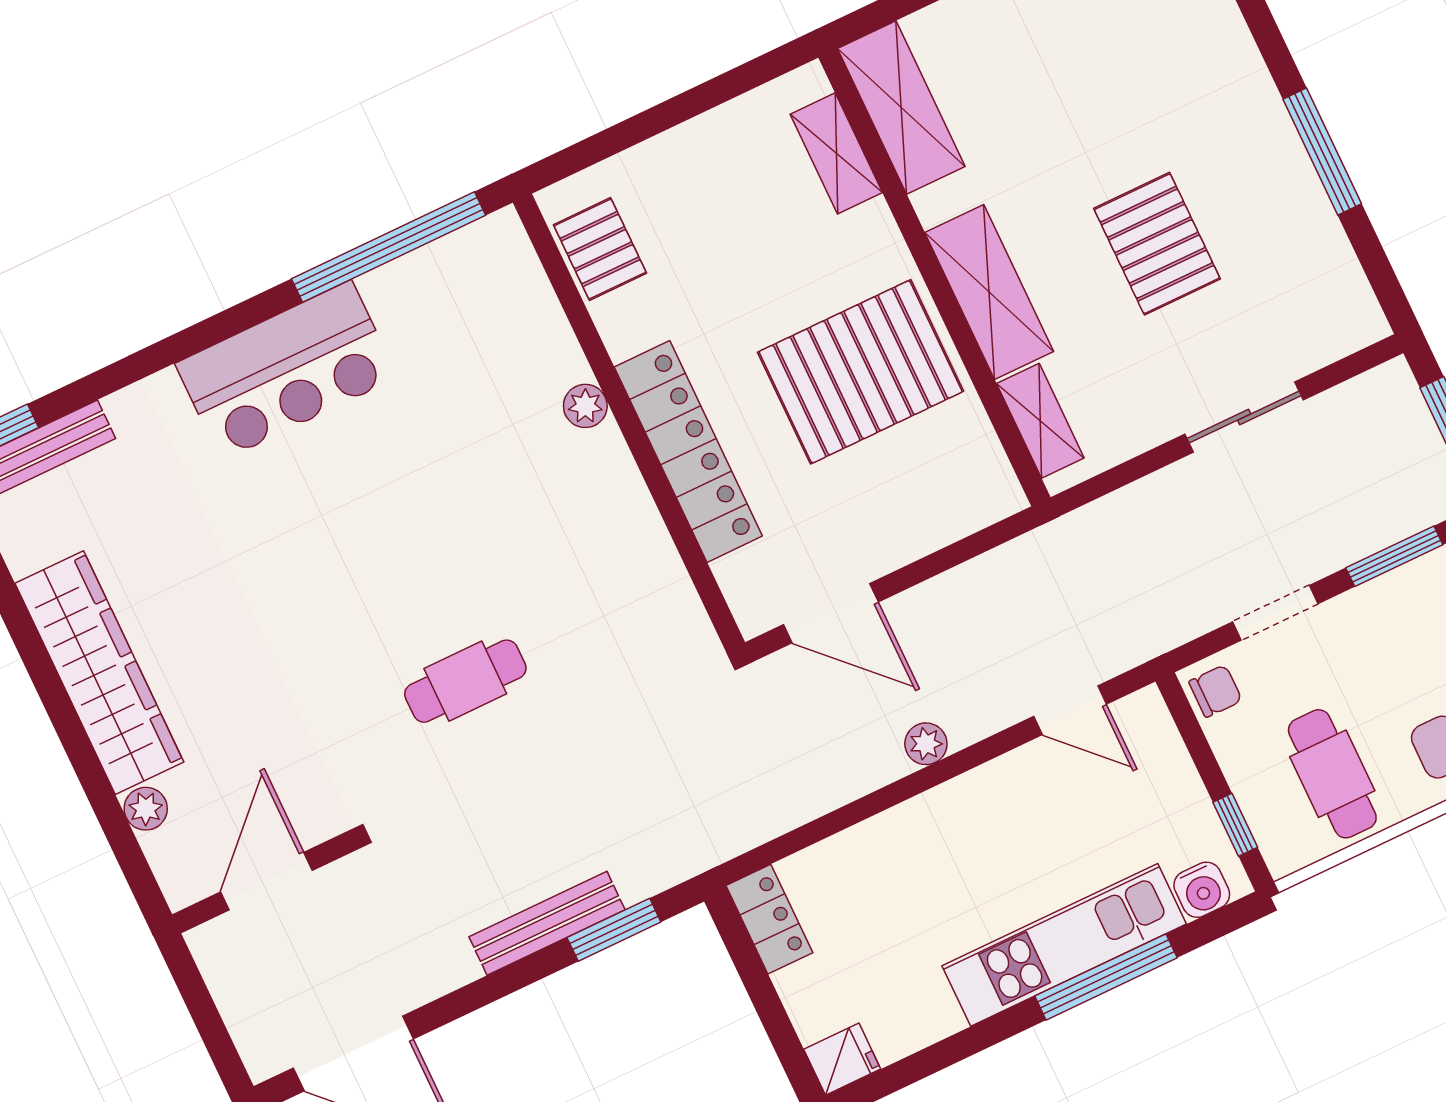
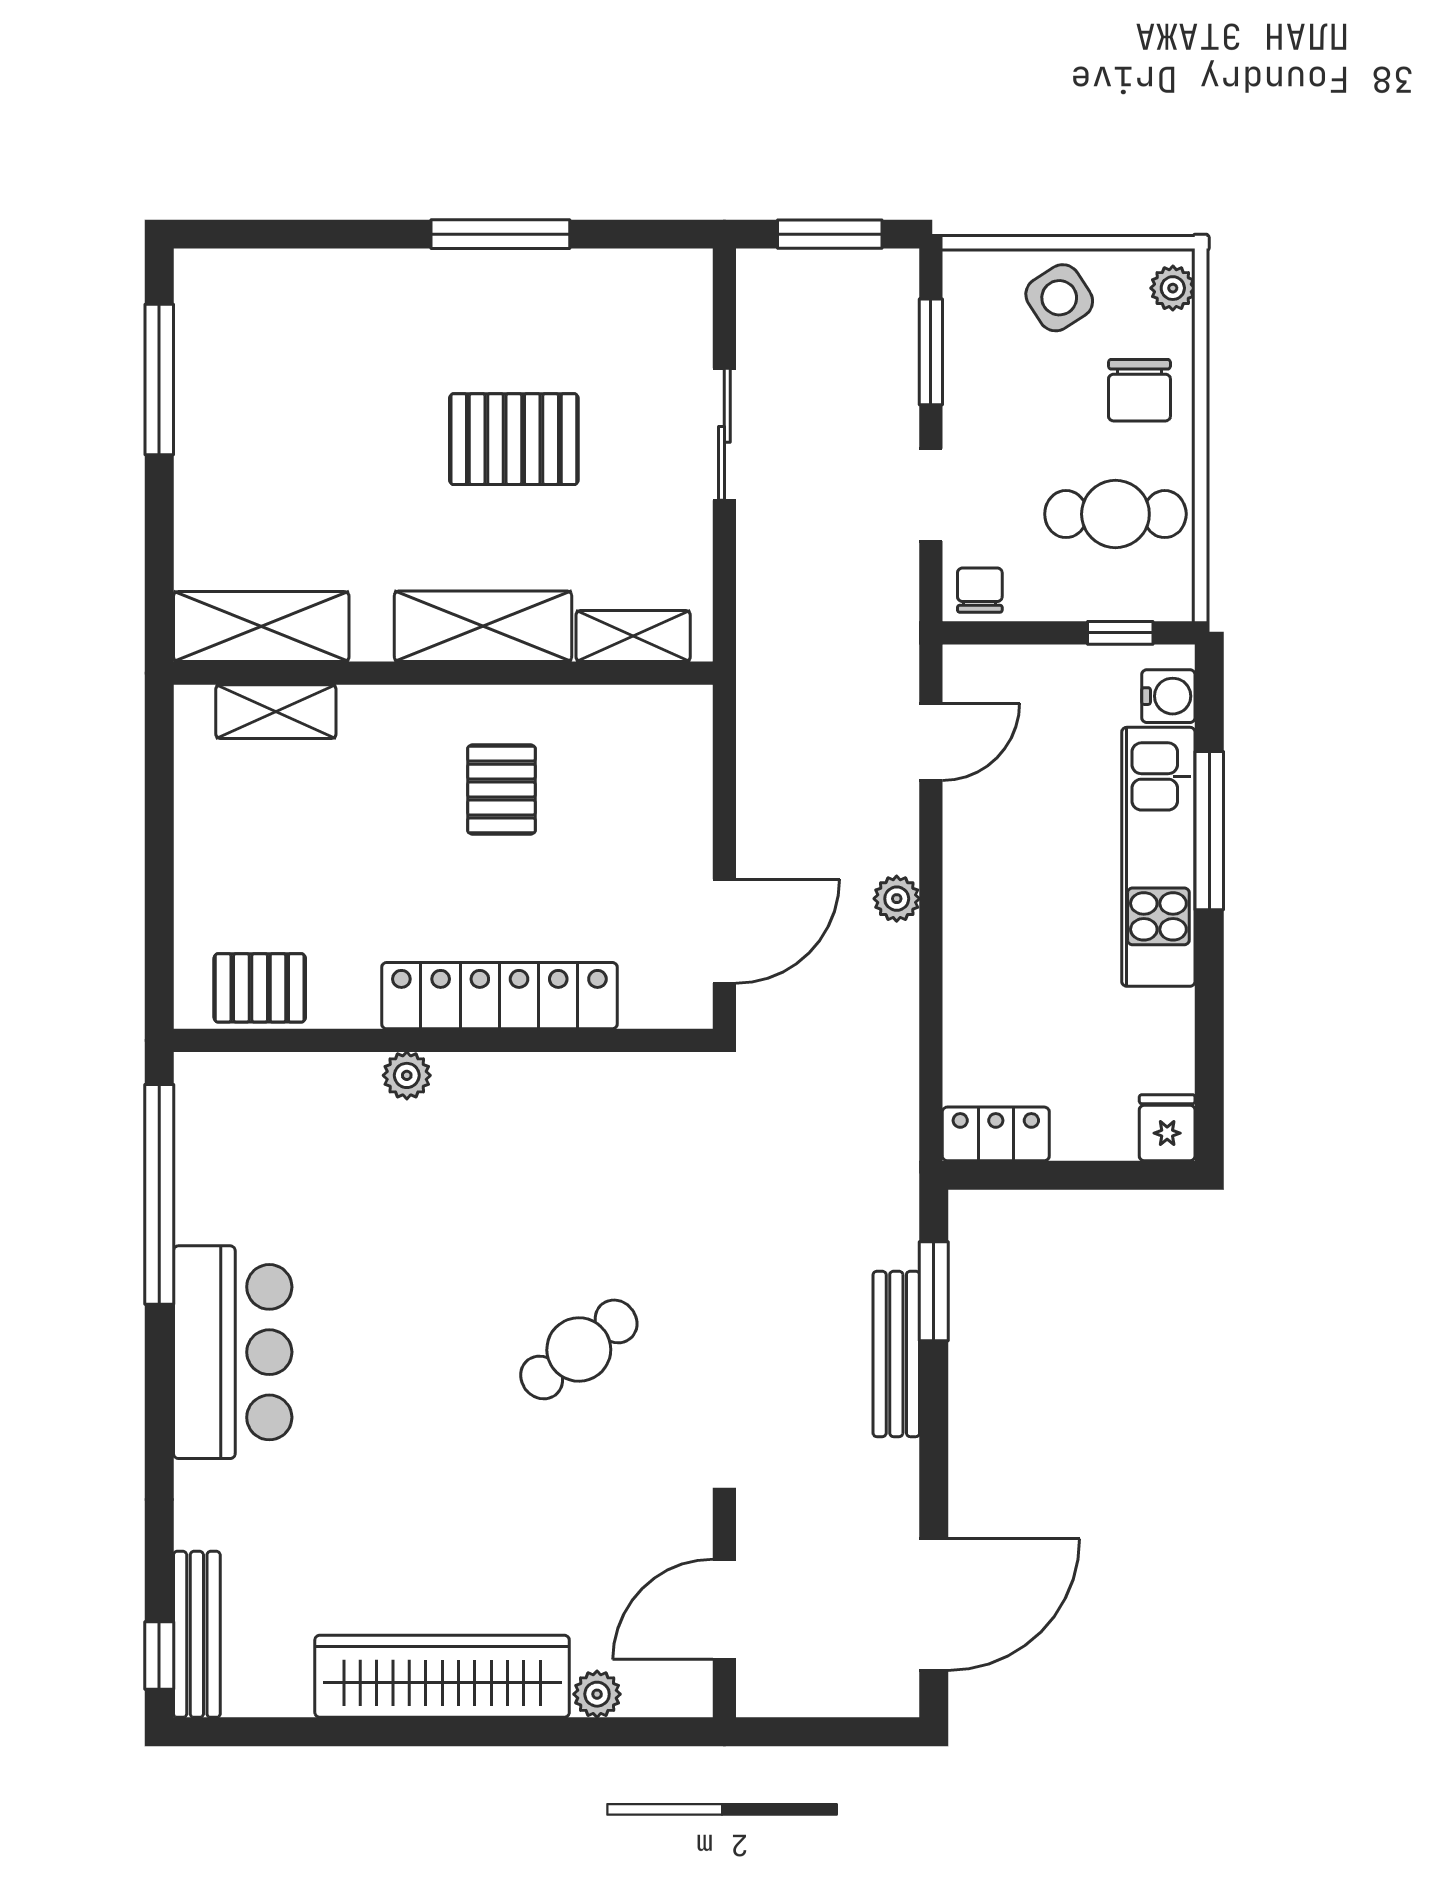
pallet: (861, 372) -> (501, 790), width x0.49, depth x0.50
cafe table: (465, 681) -> (579, 1349), moved, turned 53
door: (267, 881) -> (724, 1609), hinge flipped

